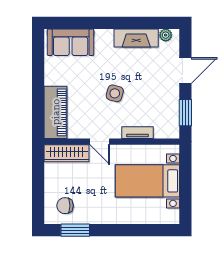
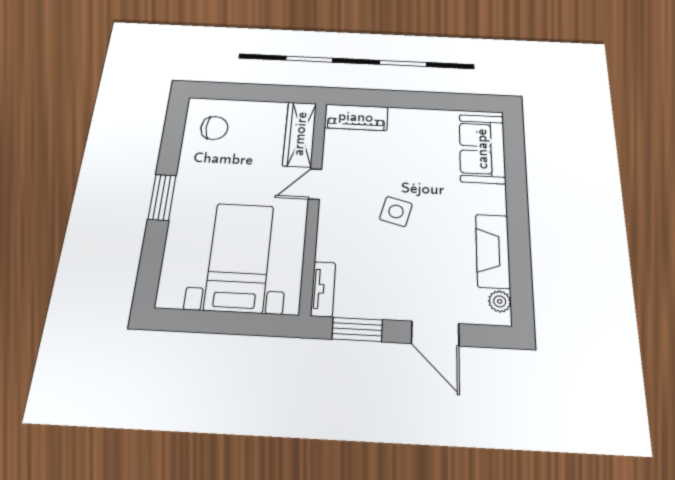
piano: (56, 112) -> (356, 117), width x0.73, depth x0.75
tv unit: (137, 133) -> (323, 289), moved
chair: (65, 206) -> (214, 128), turned 90
window: (75, 230) -> (162, 197), moved

